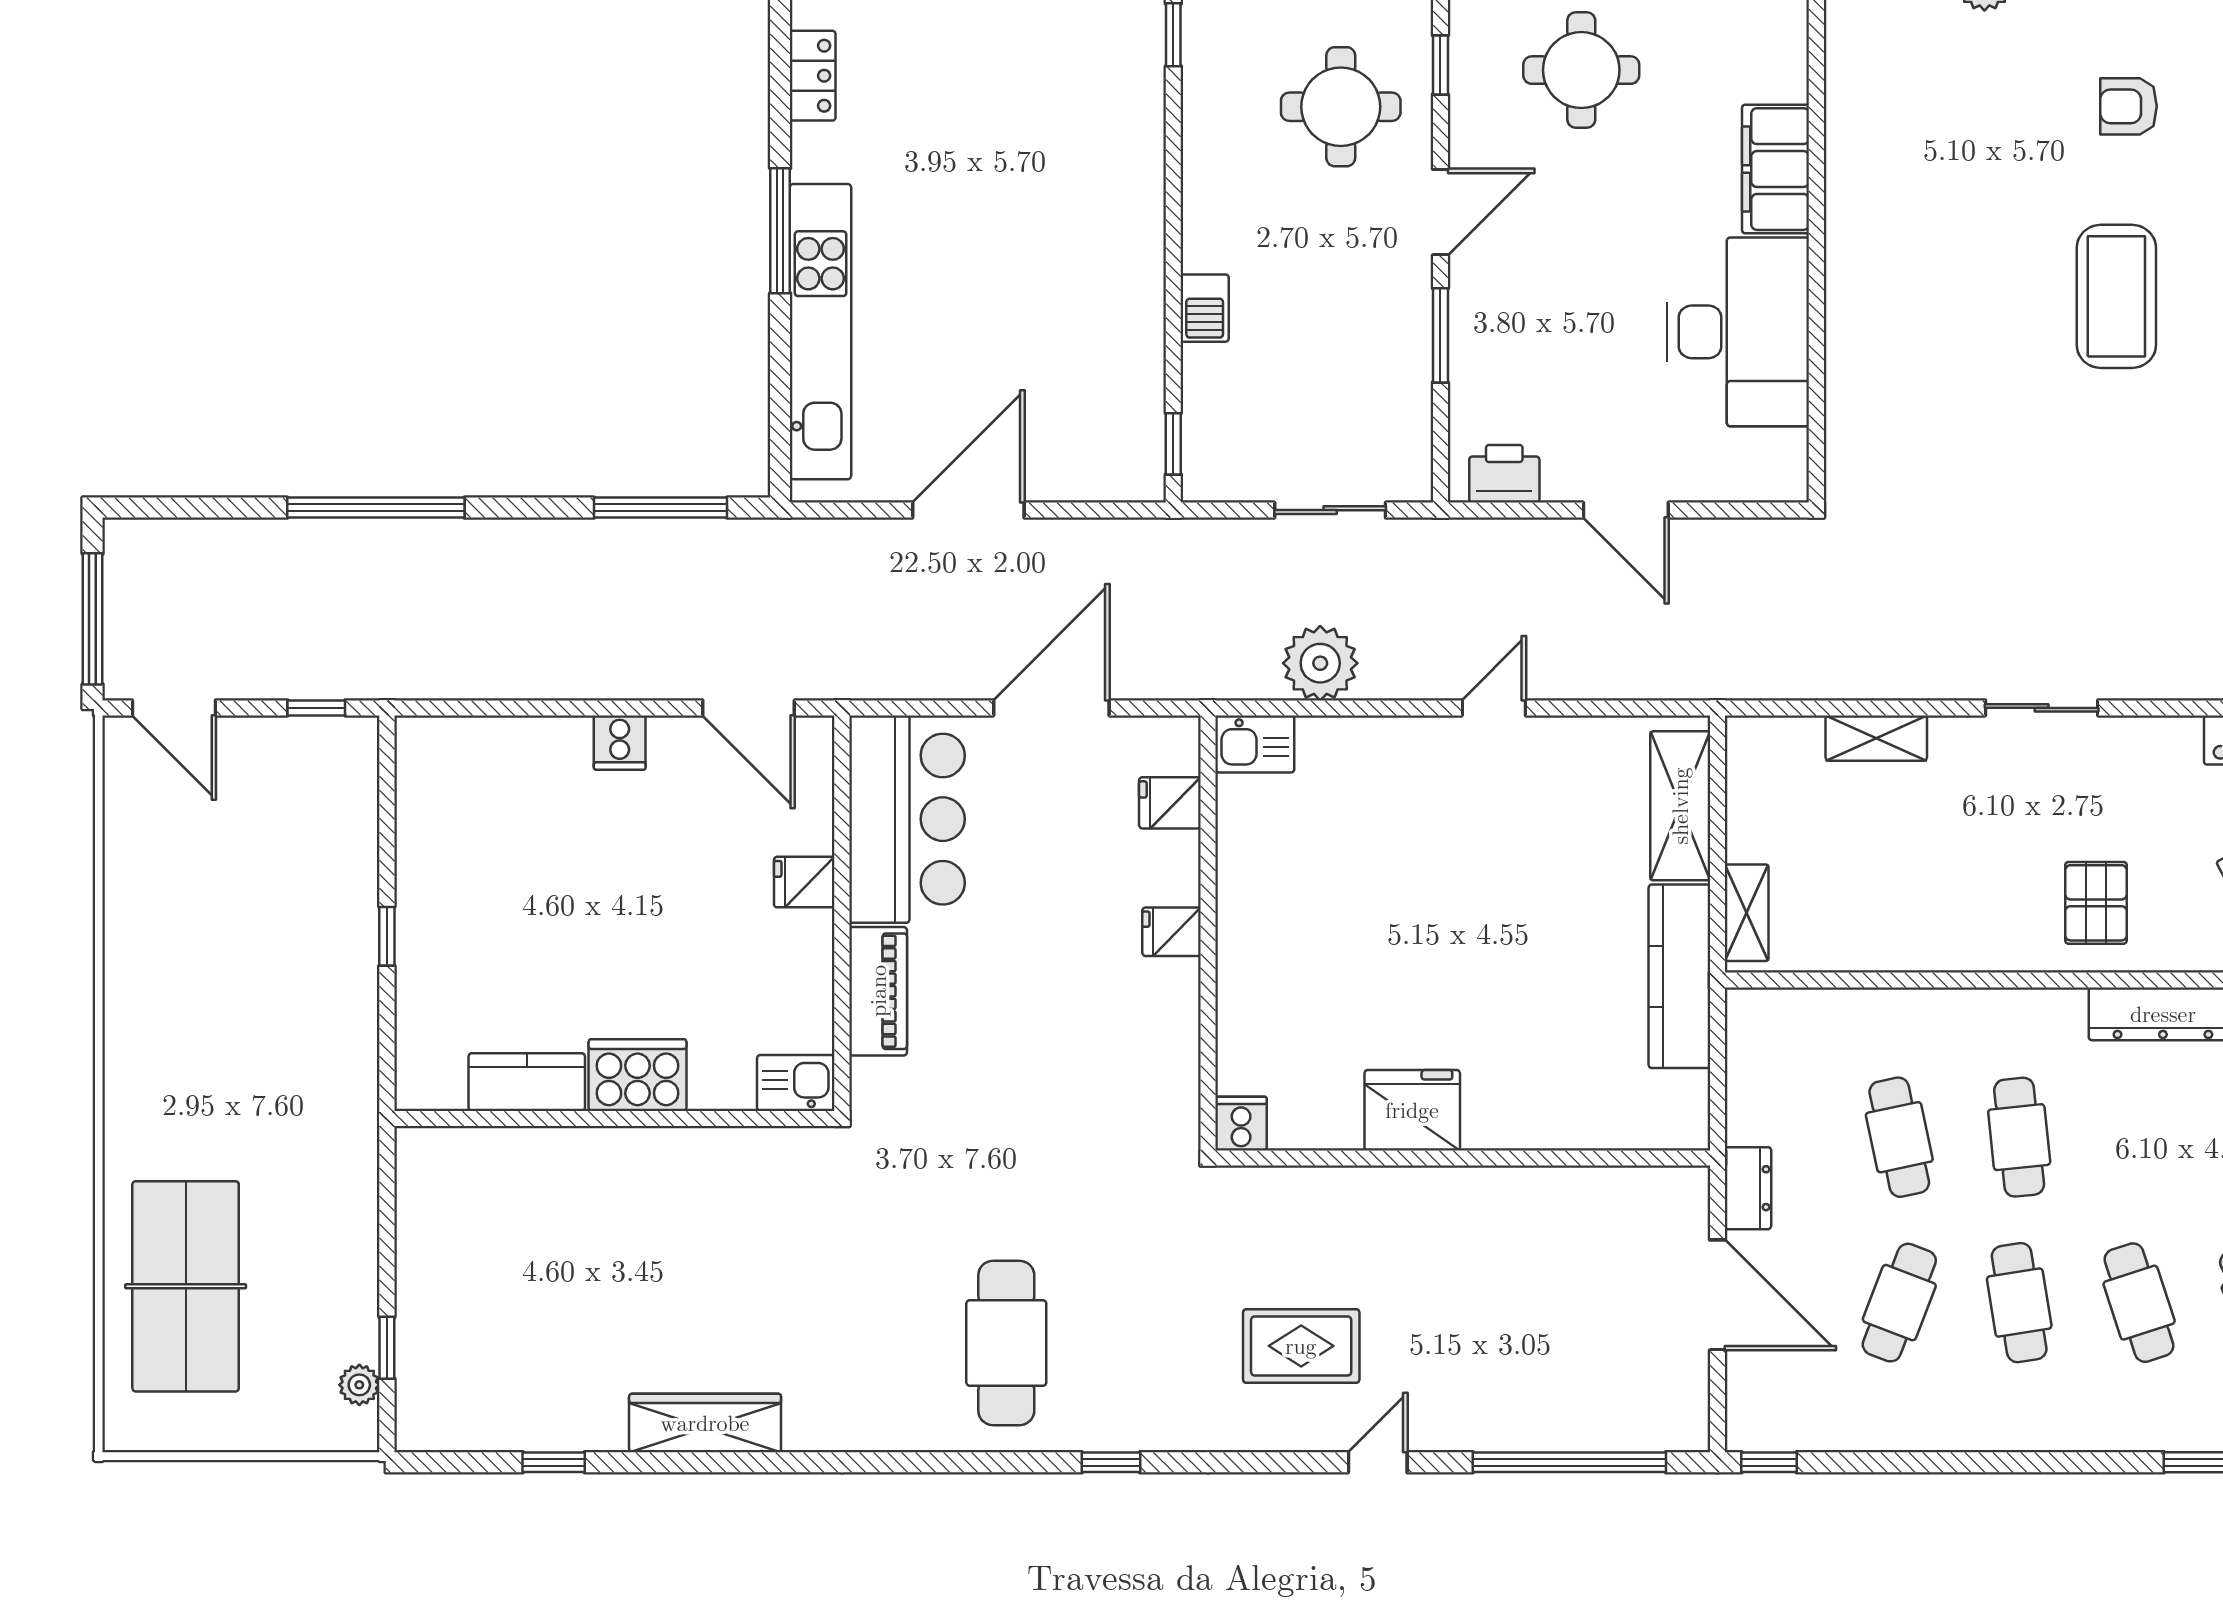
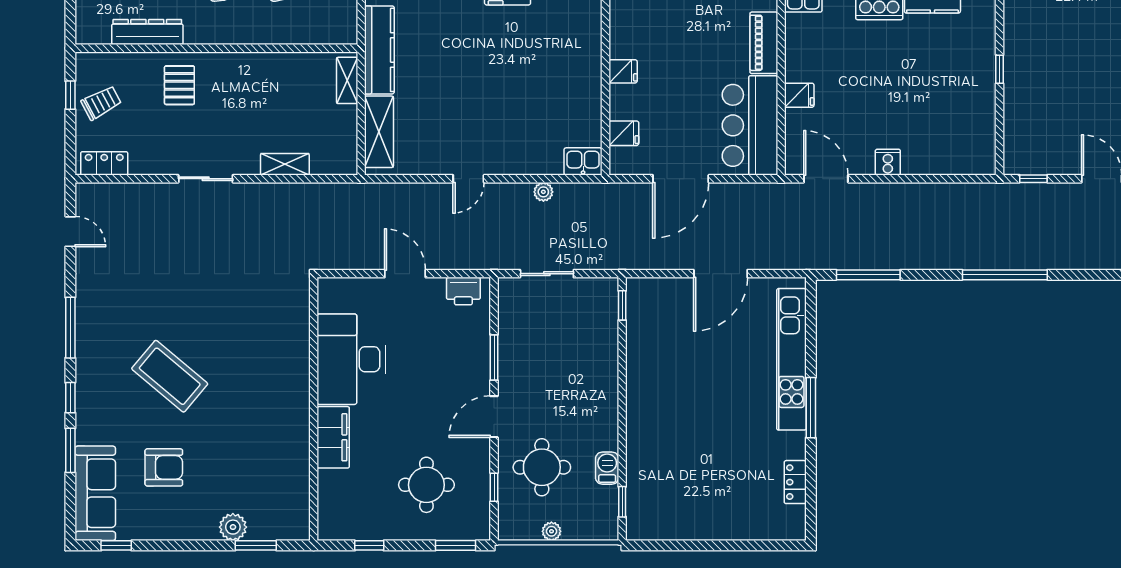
armchair: (2129, 106) -> (164, 467), width x1.38, depth x1.38
coffee table: (2116, 296) -> (170, 376), turned -50
barbecue: (1205, 308) -> (607, 468), moved
plant: (1320, 663) -> (543, 192), width x0.53, depth x0.53

